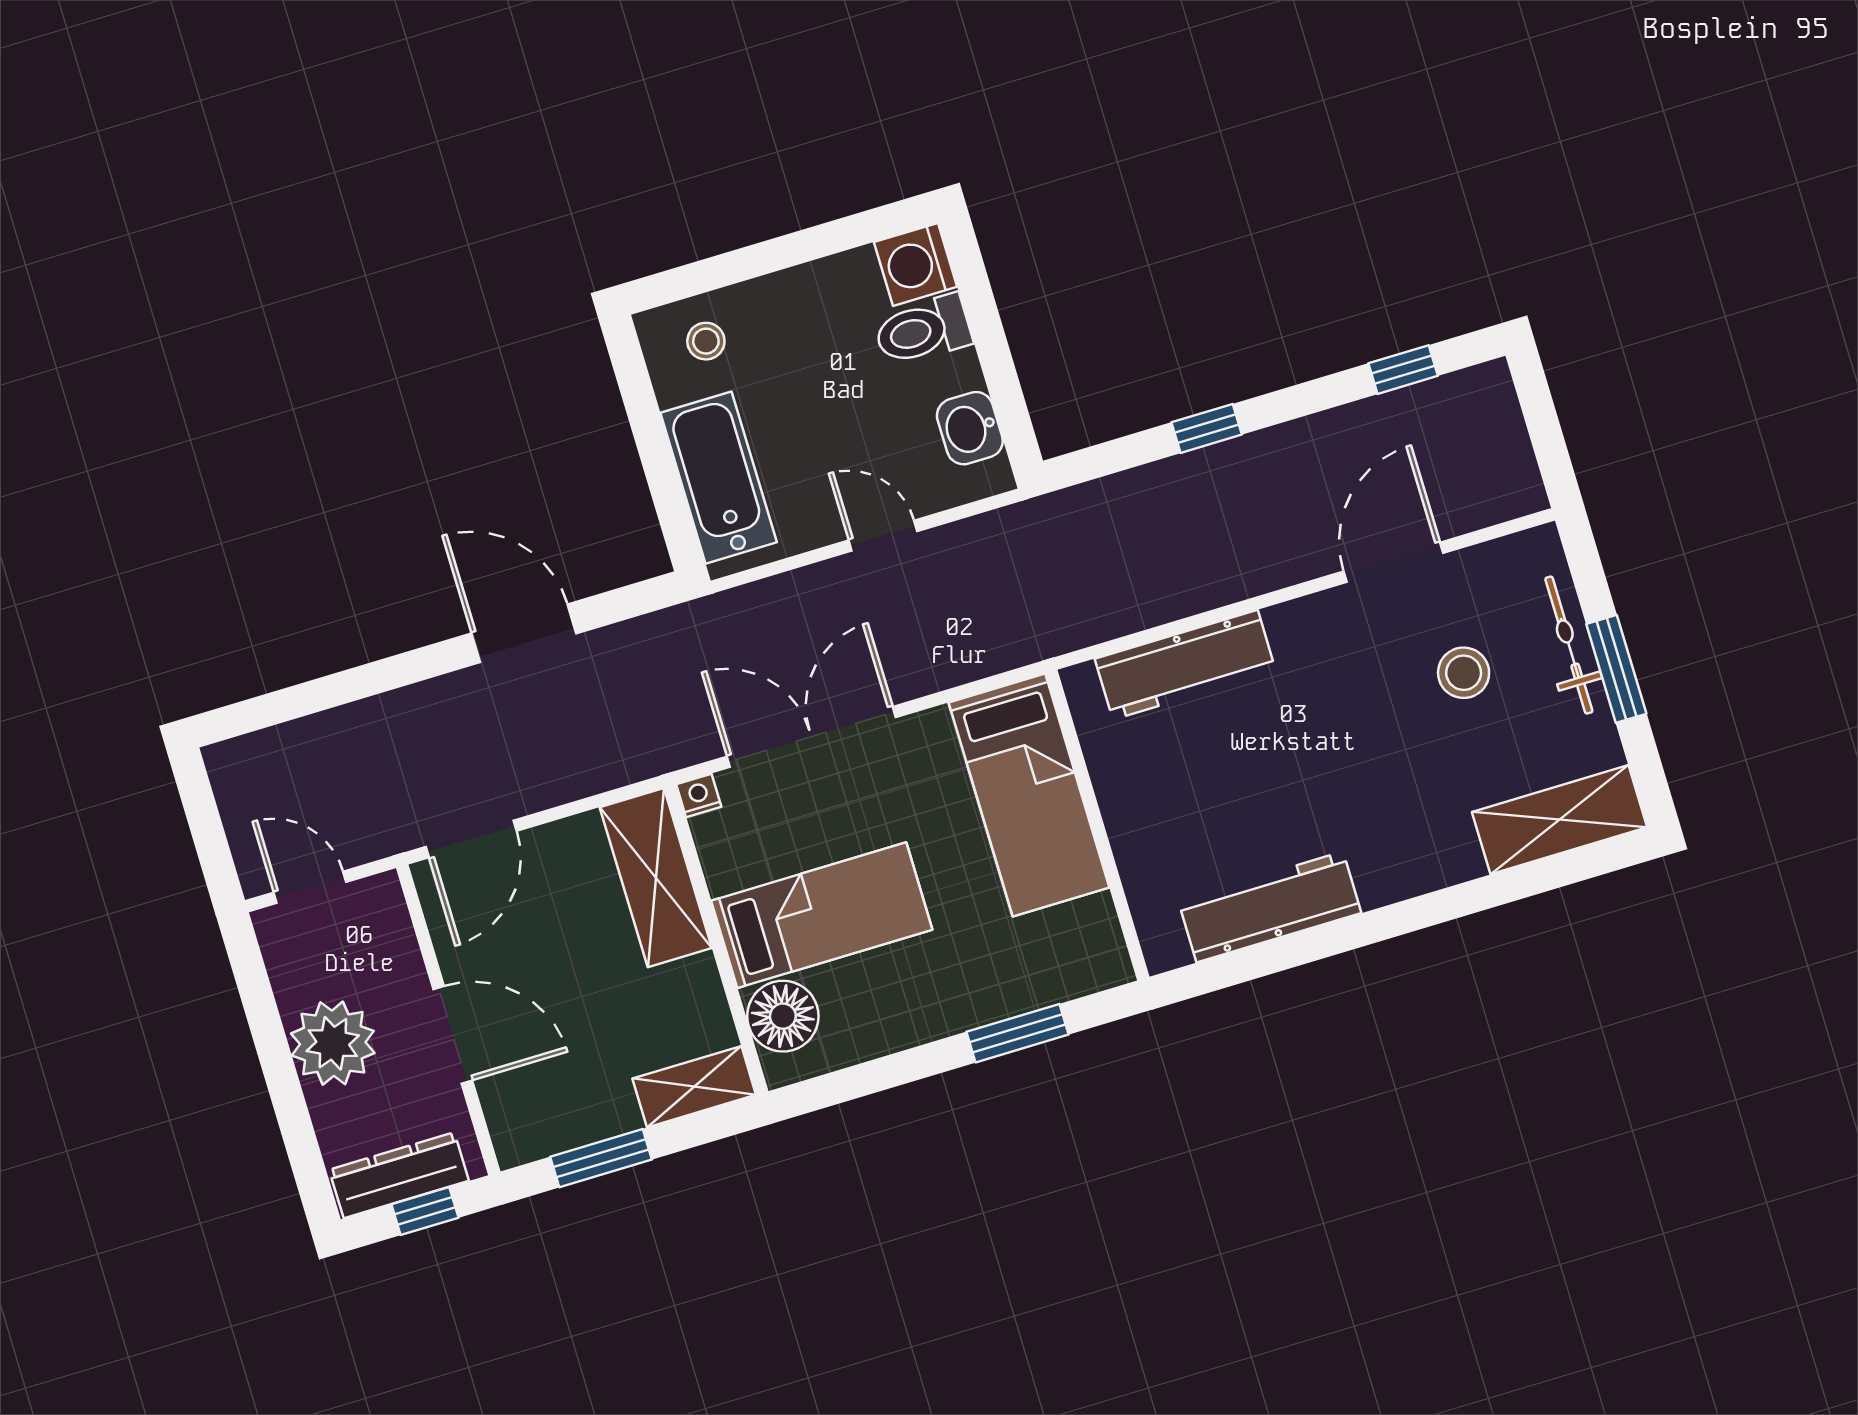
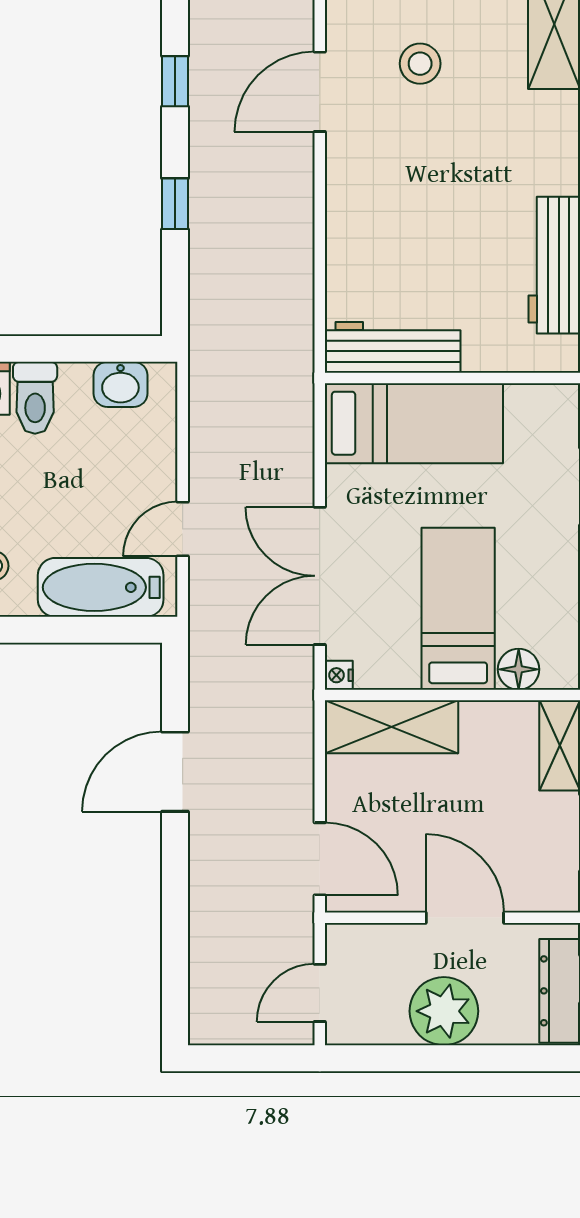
window: (1403, 370) -> (175, 81), moved
door: (883, 536) -> (183, 529), moved
door: (1394, 562) -> (320, 92), hinge flipped
workbench: (1185, 665) -> (393, 347), moved, turned -90
floor lamp: (783, 1016) -> (519, 669), width x0.73, depth x0.73
door: (453, 1035) -> (465, 918), hinge flipped

